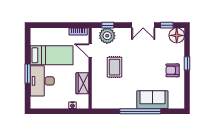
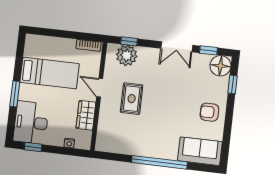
door: (90, 51) -> (100, 88), moved
window: (187, 63) -> (232, 84), moved
desk: (42, 81) -> (31, 122), moved
sofa: (152, 100) -> (200, 151), moved
window: (46, 111) -> (33, 147), added

